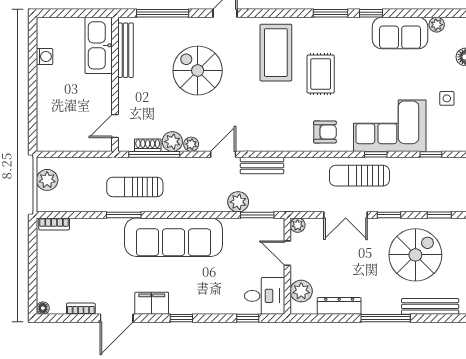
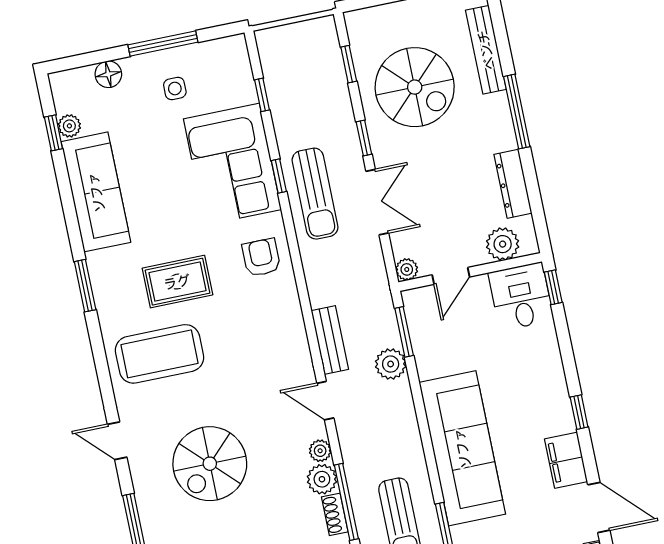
window: (371, 13) -> (53, 133), moved
sofa: (400, 33) -> (96, 192), width x1.36
spiral stairs: (415, 255) -> (415, 87), turned 180
window: (248, 318) -> (553, 287), moved

